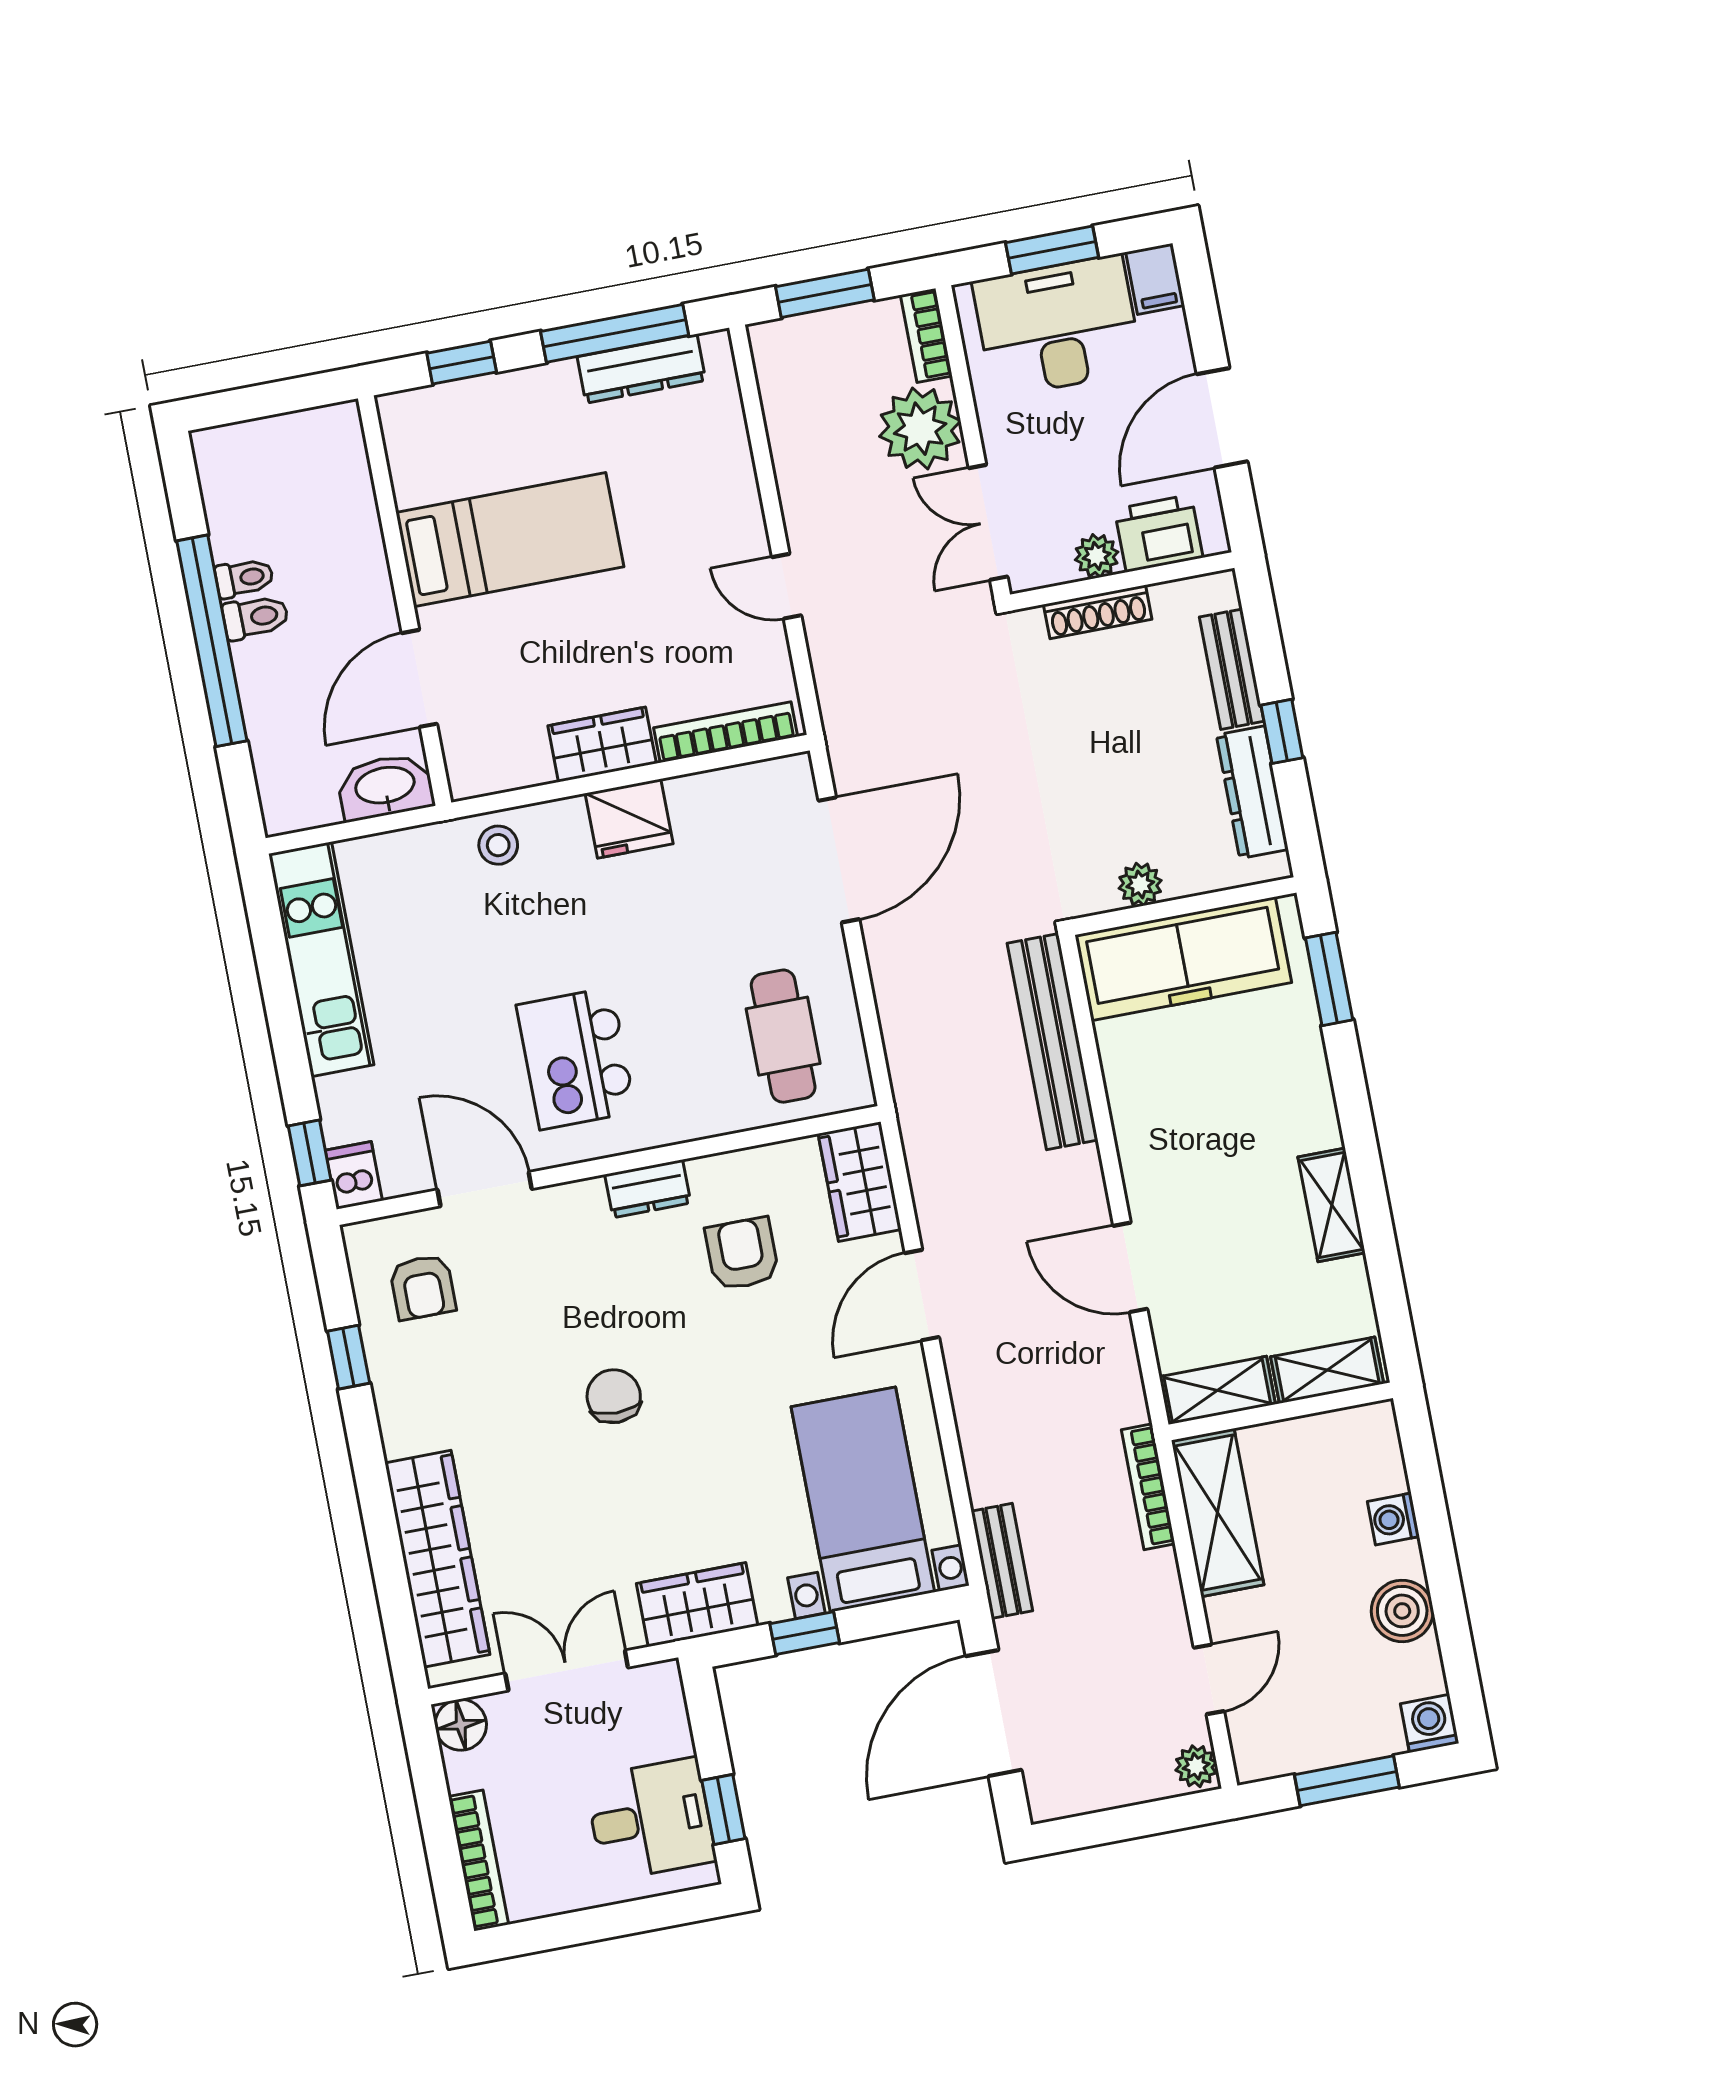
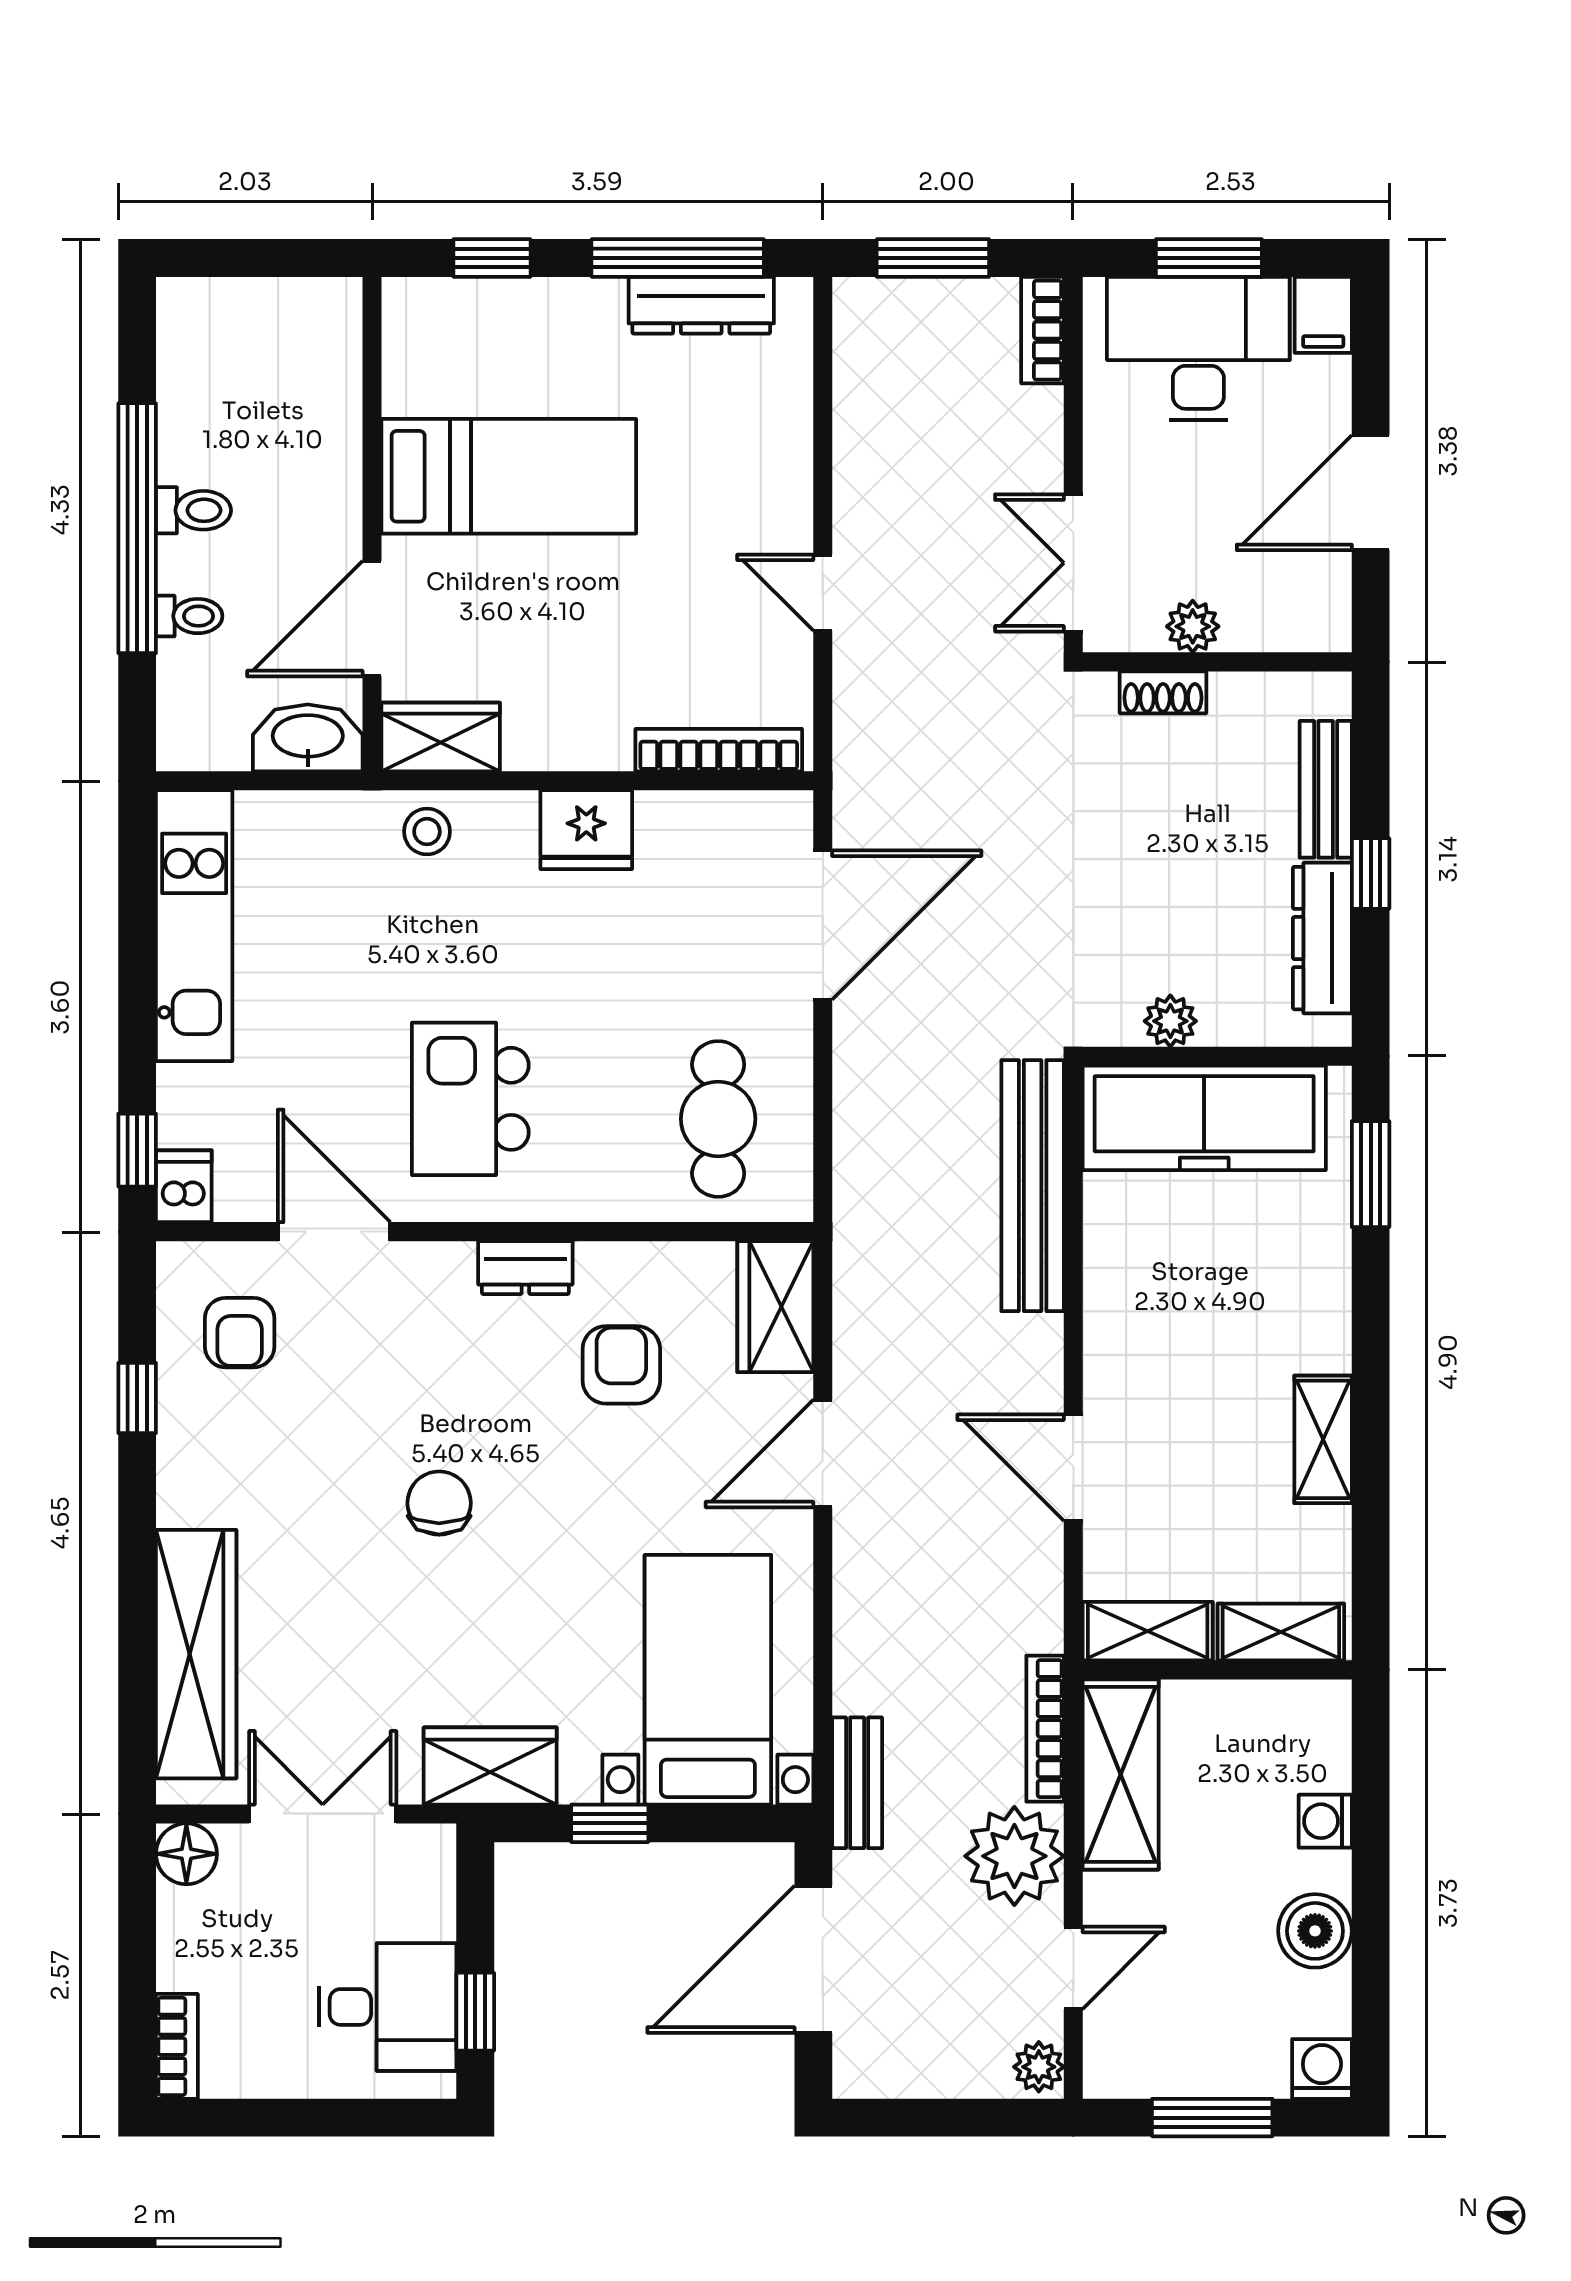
plant: (920, 429) -> (1014, 1856), moved
printer: (1159, 533) -> (1270, 614), removed
toilet: (244, 578) -> (189, 616), moved
shoe rack: (1098, 612) -> (1163, 692), width x0.70
wardrobe: (602, 745) -> (441, 737), moved
bookcase: (478, 1861) -> (177, 2046), width x0.64

